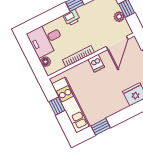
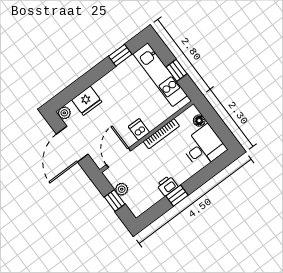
printer: (72, 18) -> (167, 186), moved

